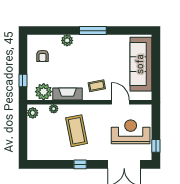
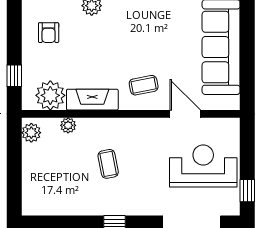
coffee table: (76, 131) -> (108, 164), width x0.54, depth x0.58

